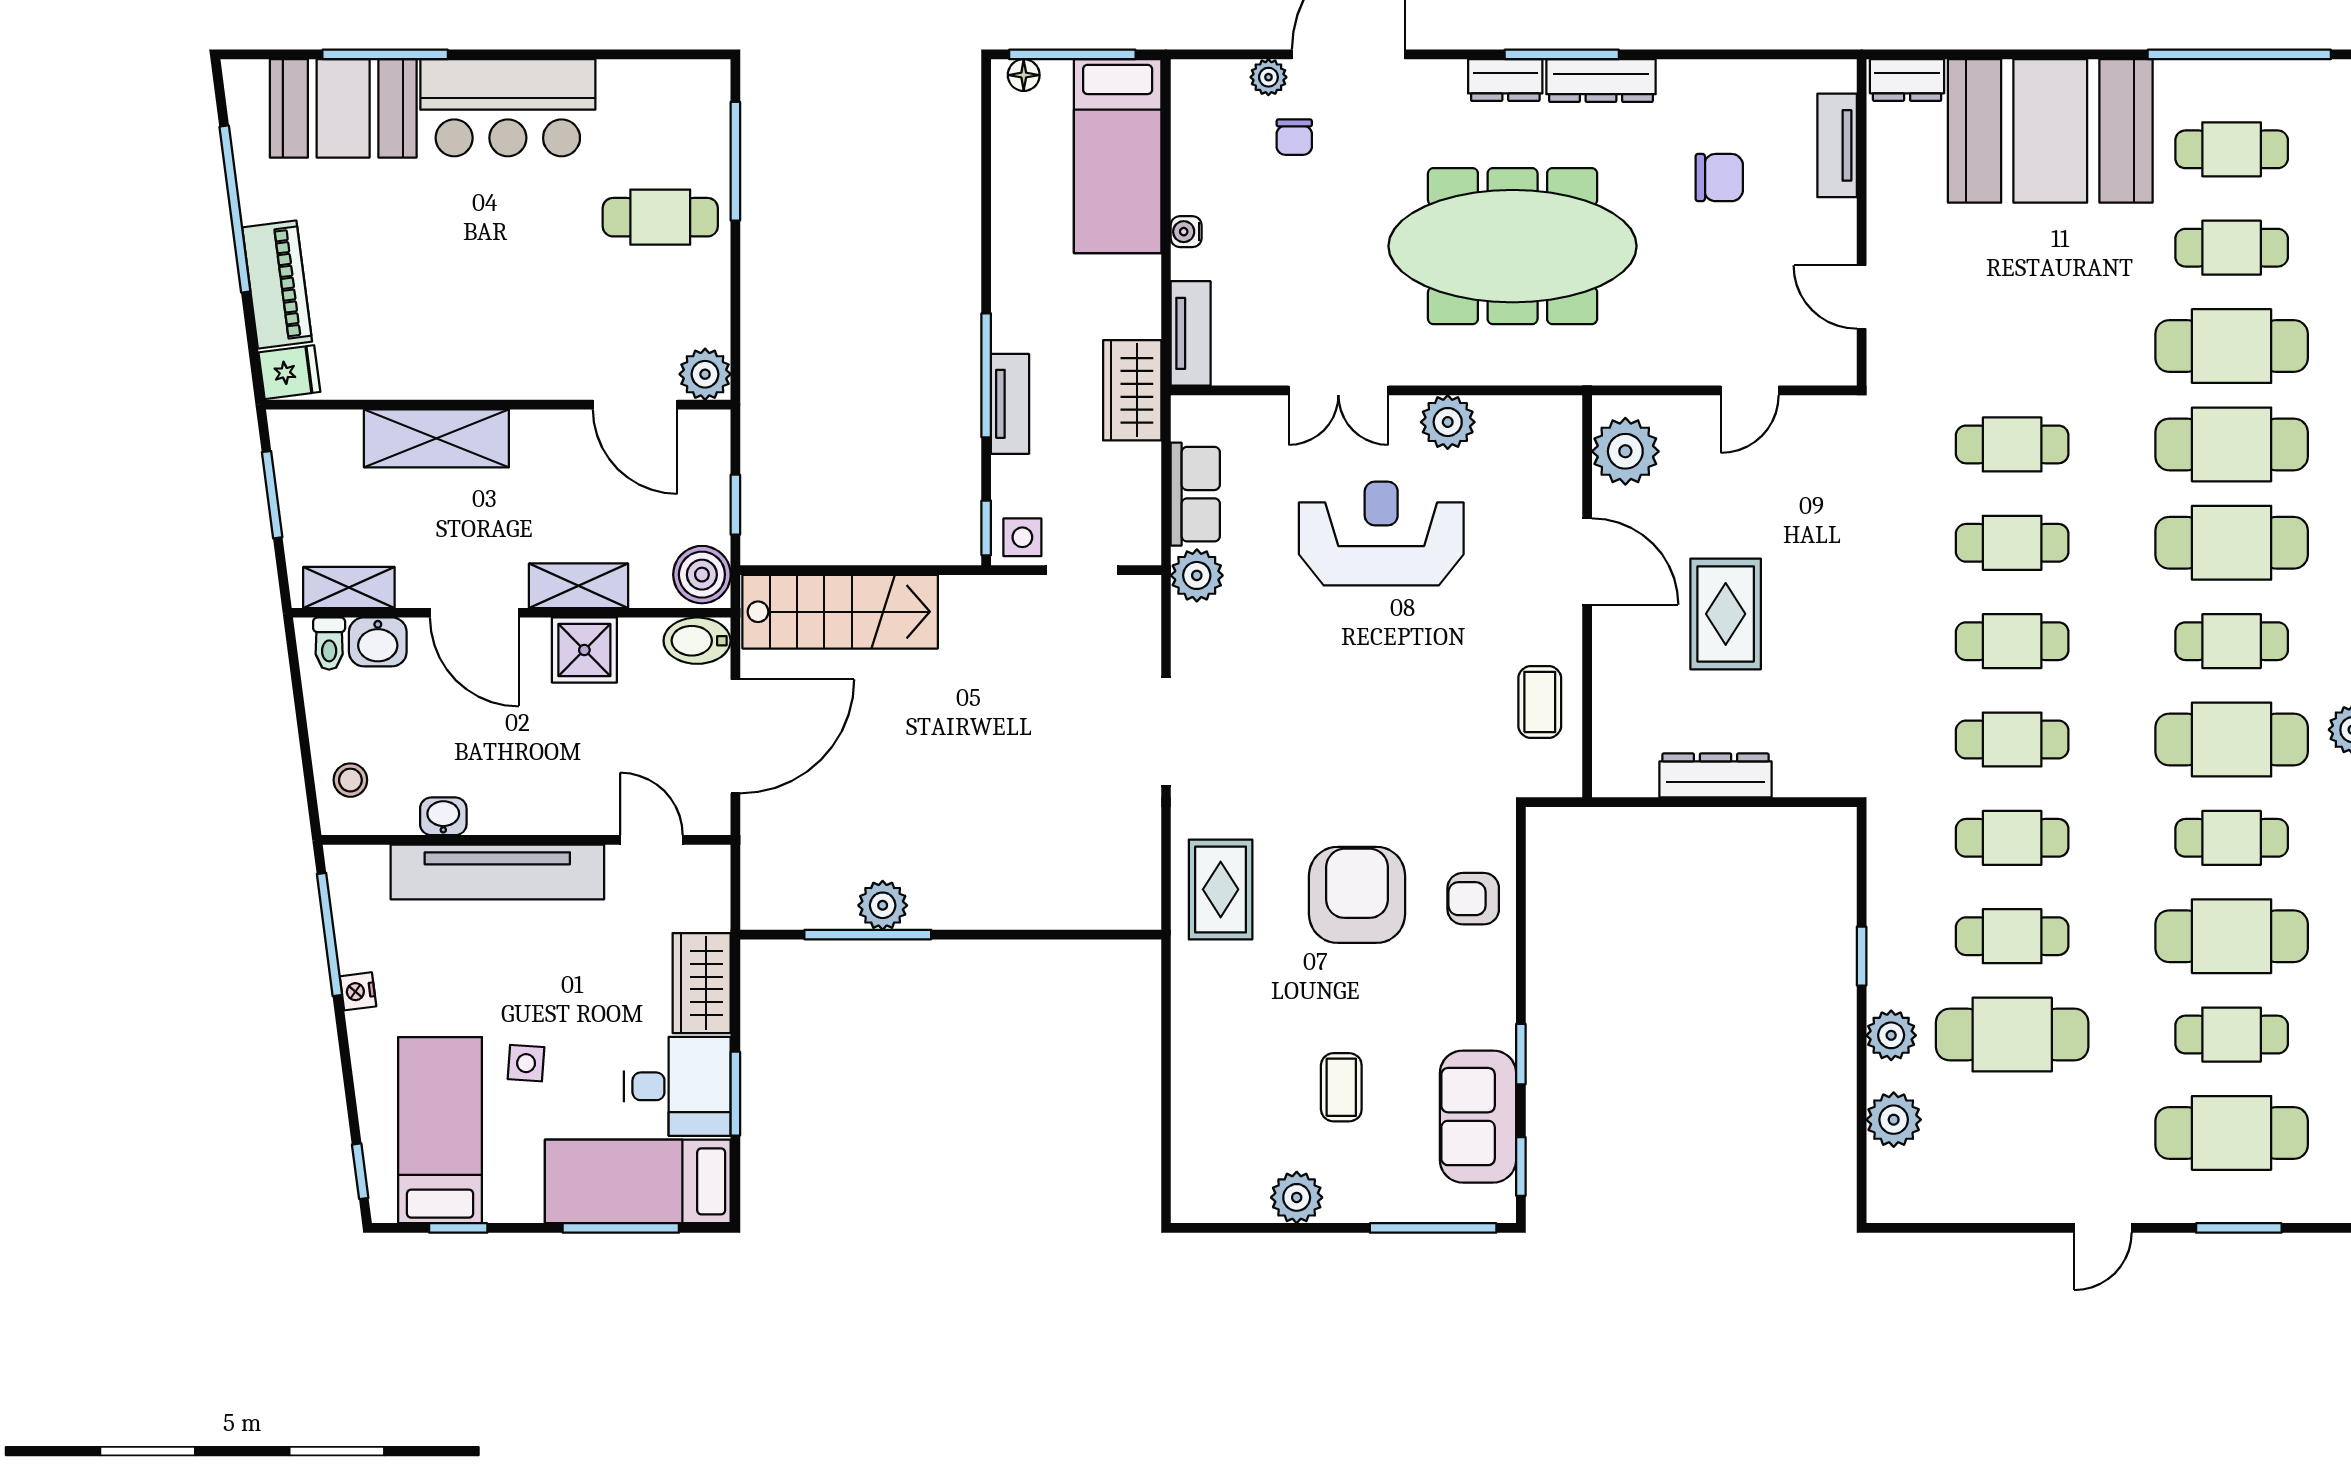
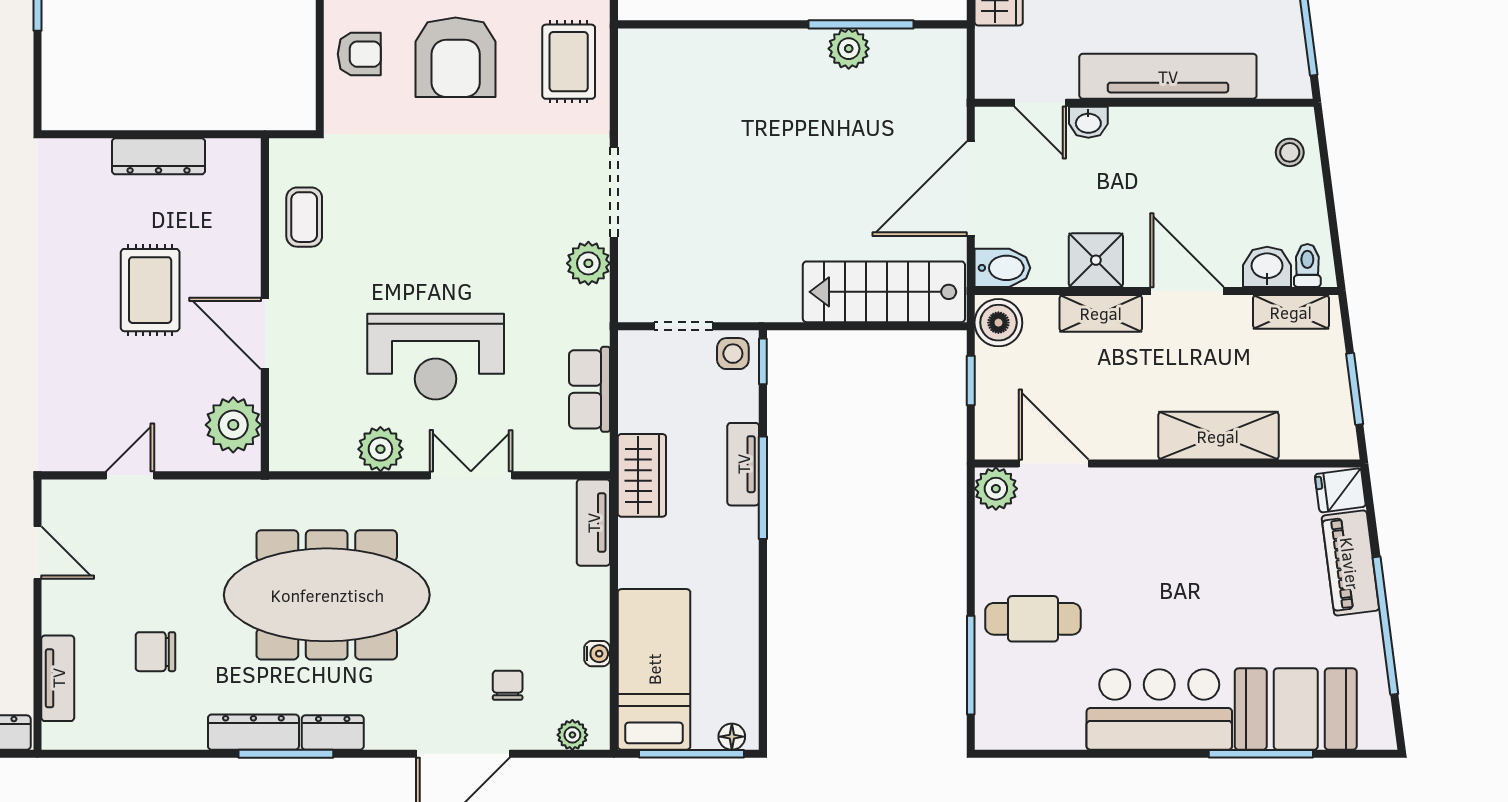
plant: (1268, 77) -> (572, 735), moved
water cooler: (1186, 232) -> (597, 654), moved
plant: (1197, 575) -> (588, 263), moved
washbasin: (443, 816) -> (1088, 122), moved

